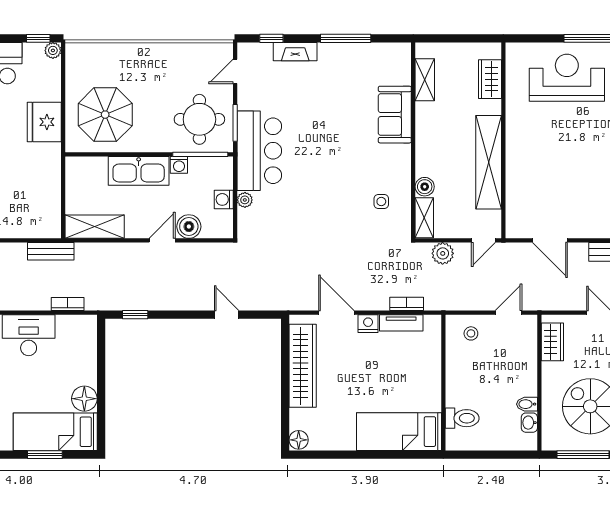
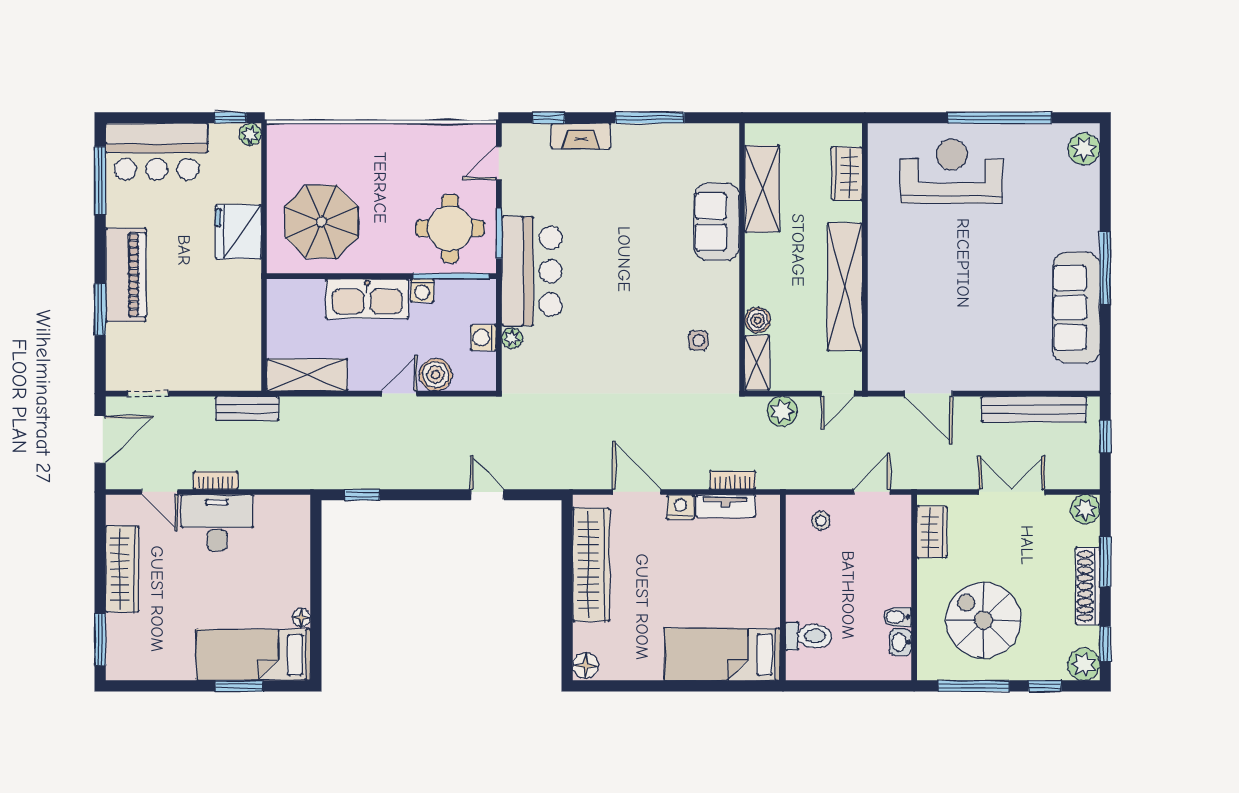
shelving: (425, 80) -> (762, 189), width x1.50, depth x1.33
bookcase: (68, 304) -> (216, 480), moved
floor lamp: (84, 399) -> (301, 618), width x0.53, depth x0.53

